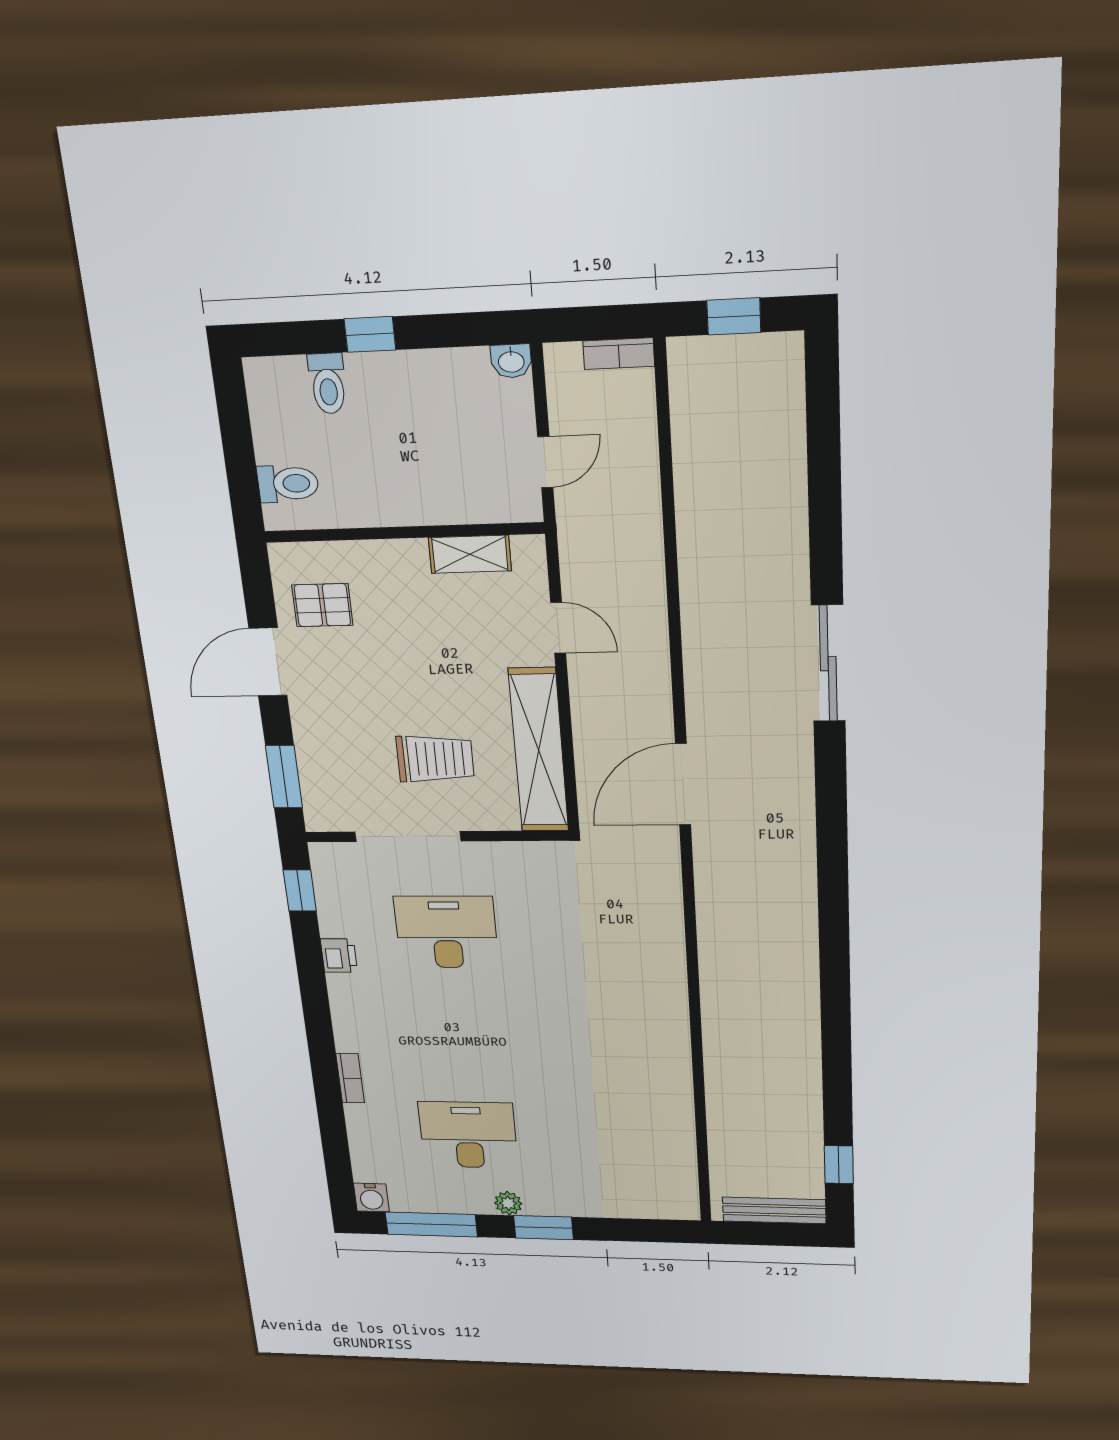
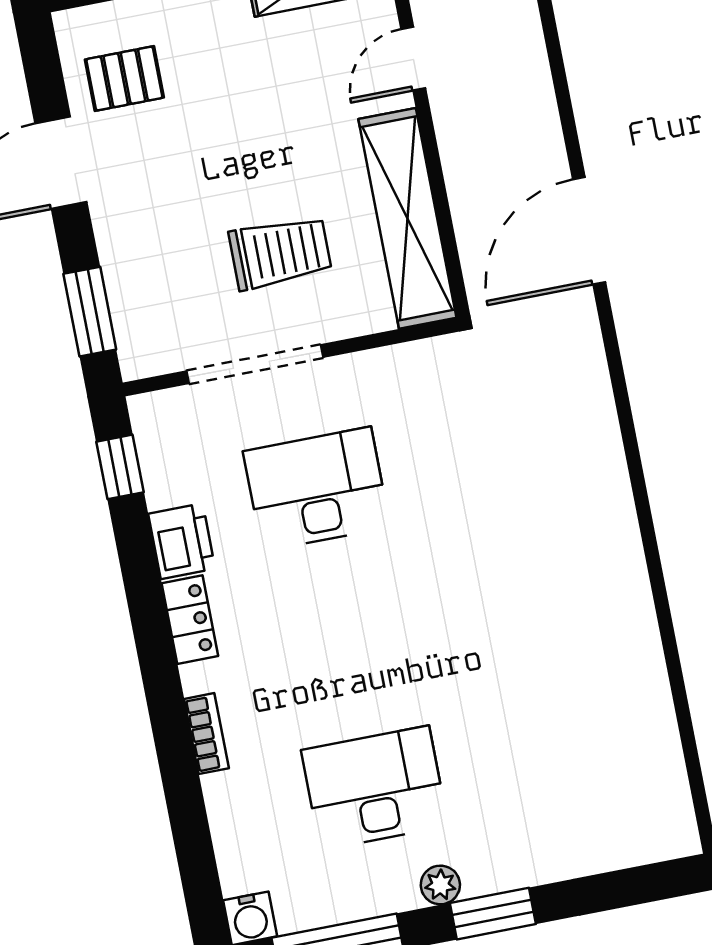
door: (558, 628) -> (413, 59), swing flipped
printer: (339, 955) -> (182, 541), width x1.36, depth x1.24
locker: (344, 1003) -> (190, 620), added

